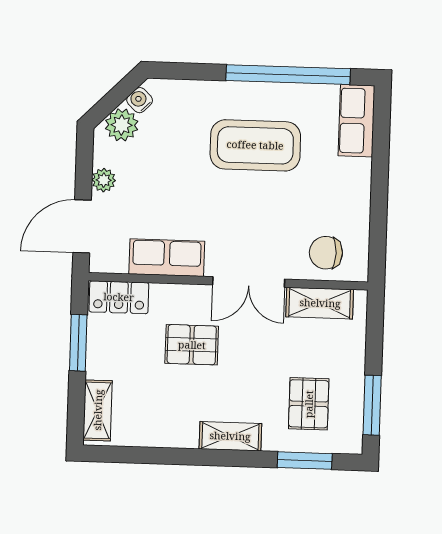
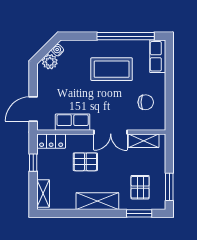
plant: (104, 180) -> (42, 87), removed
chair: (326, 253) -> (146, 102), moved, turned 180
window: (78, 343) -> (33, 163), width x0.67
shelving: (230, 436) -> (97, 201), width x1.50, depth x1.33

